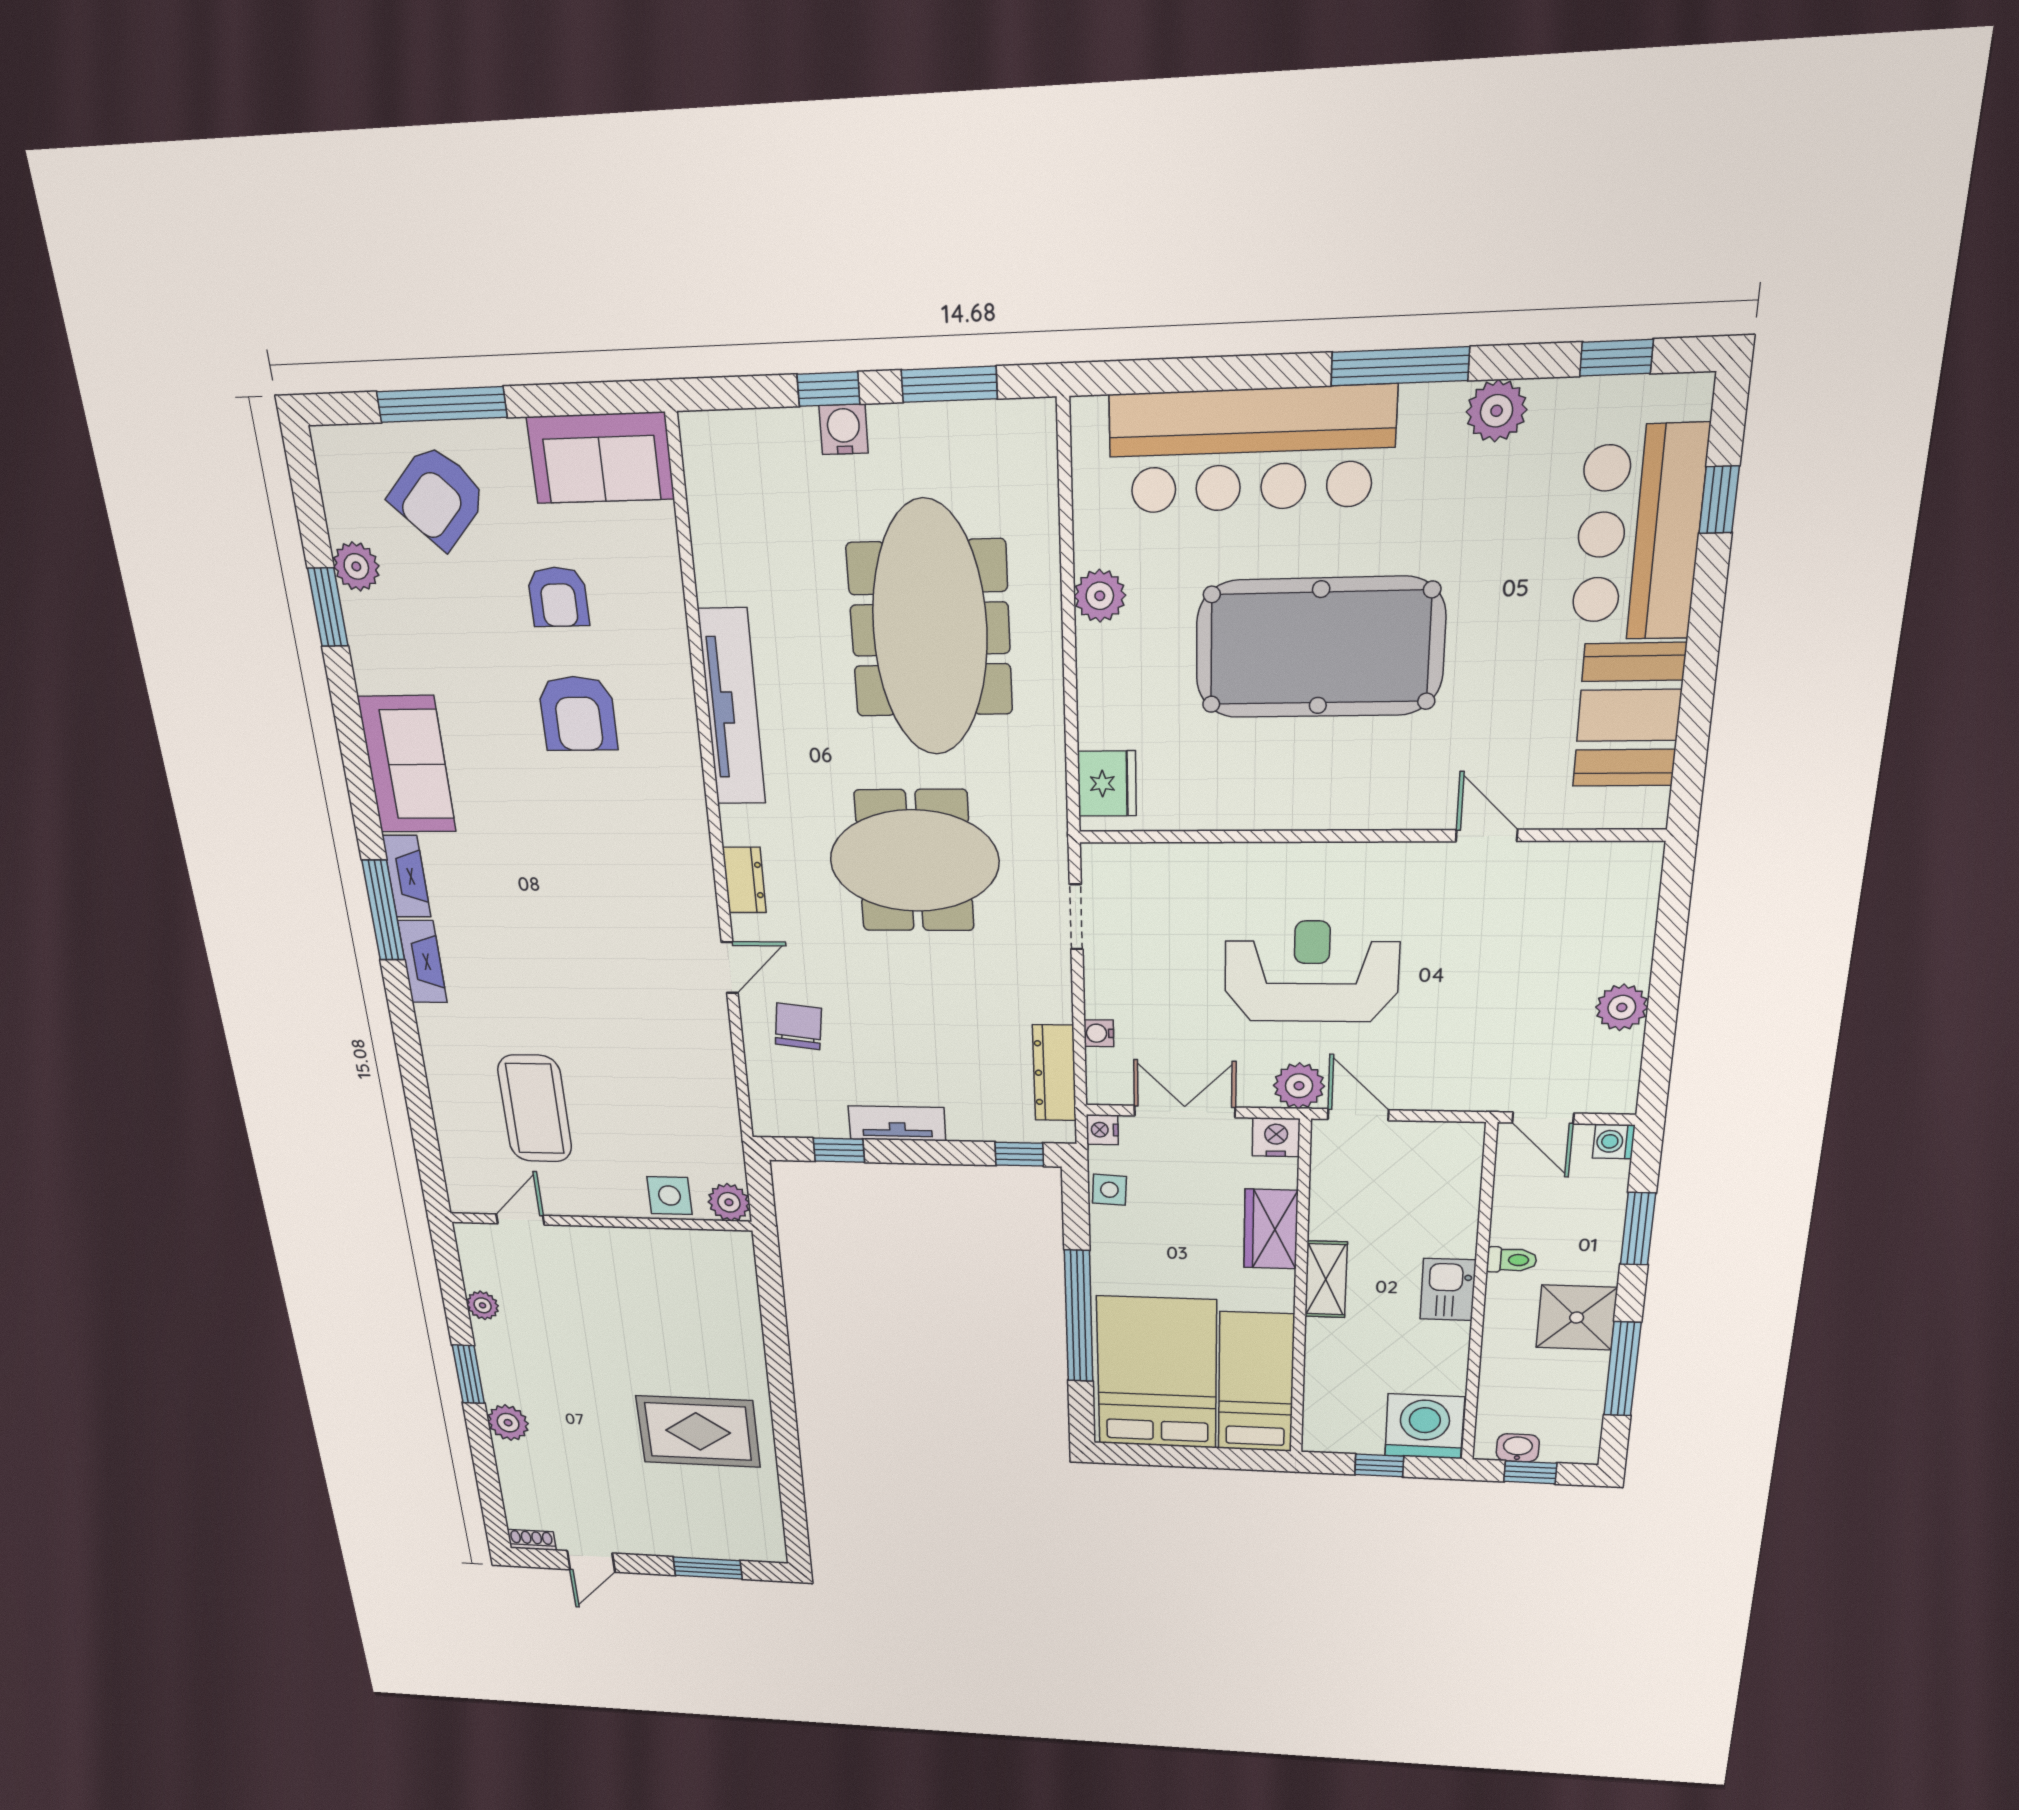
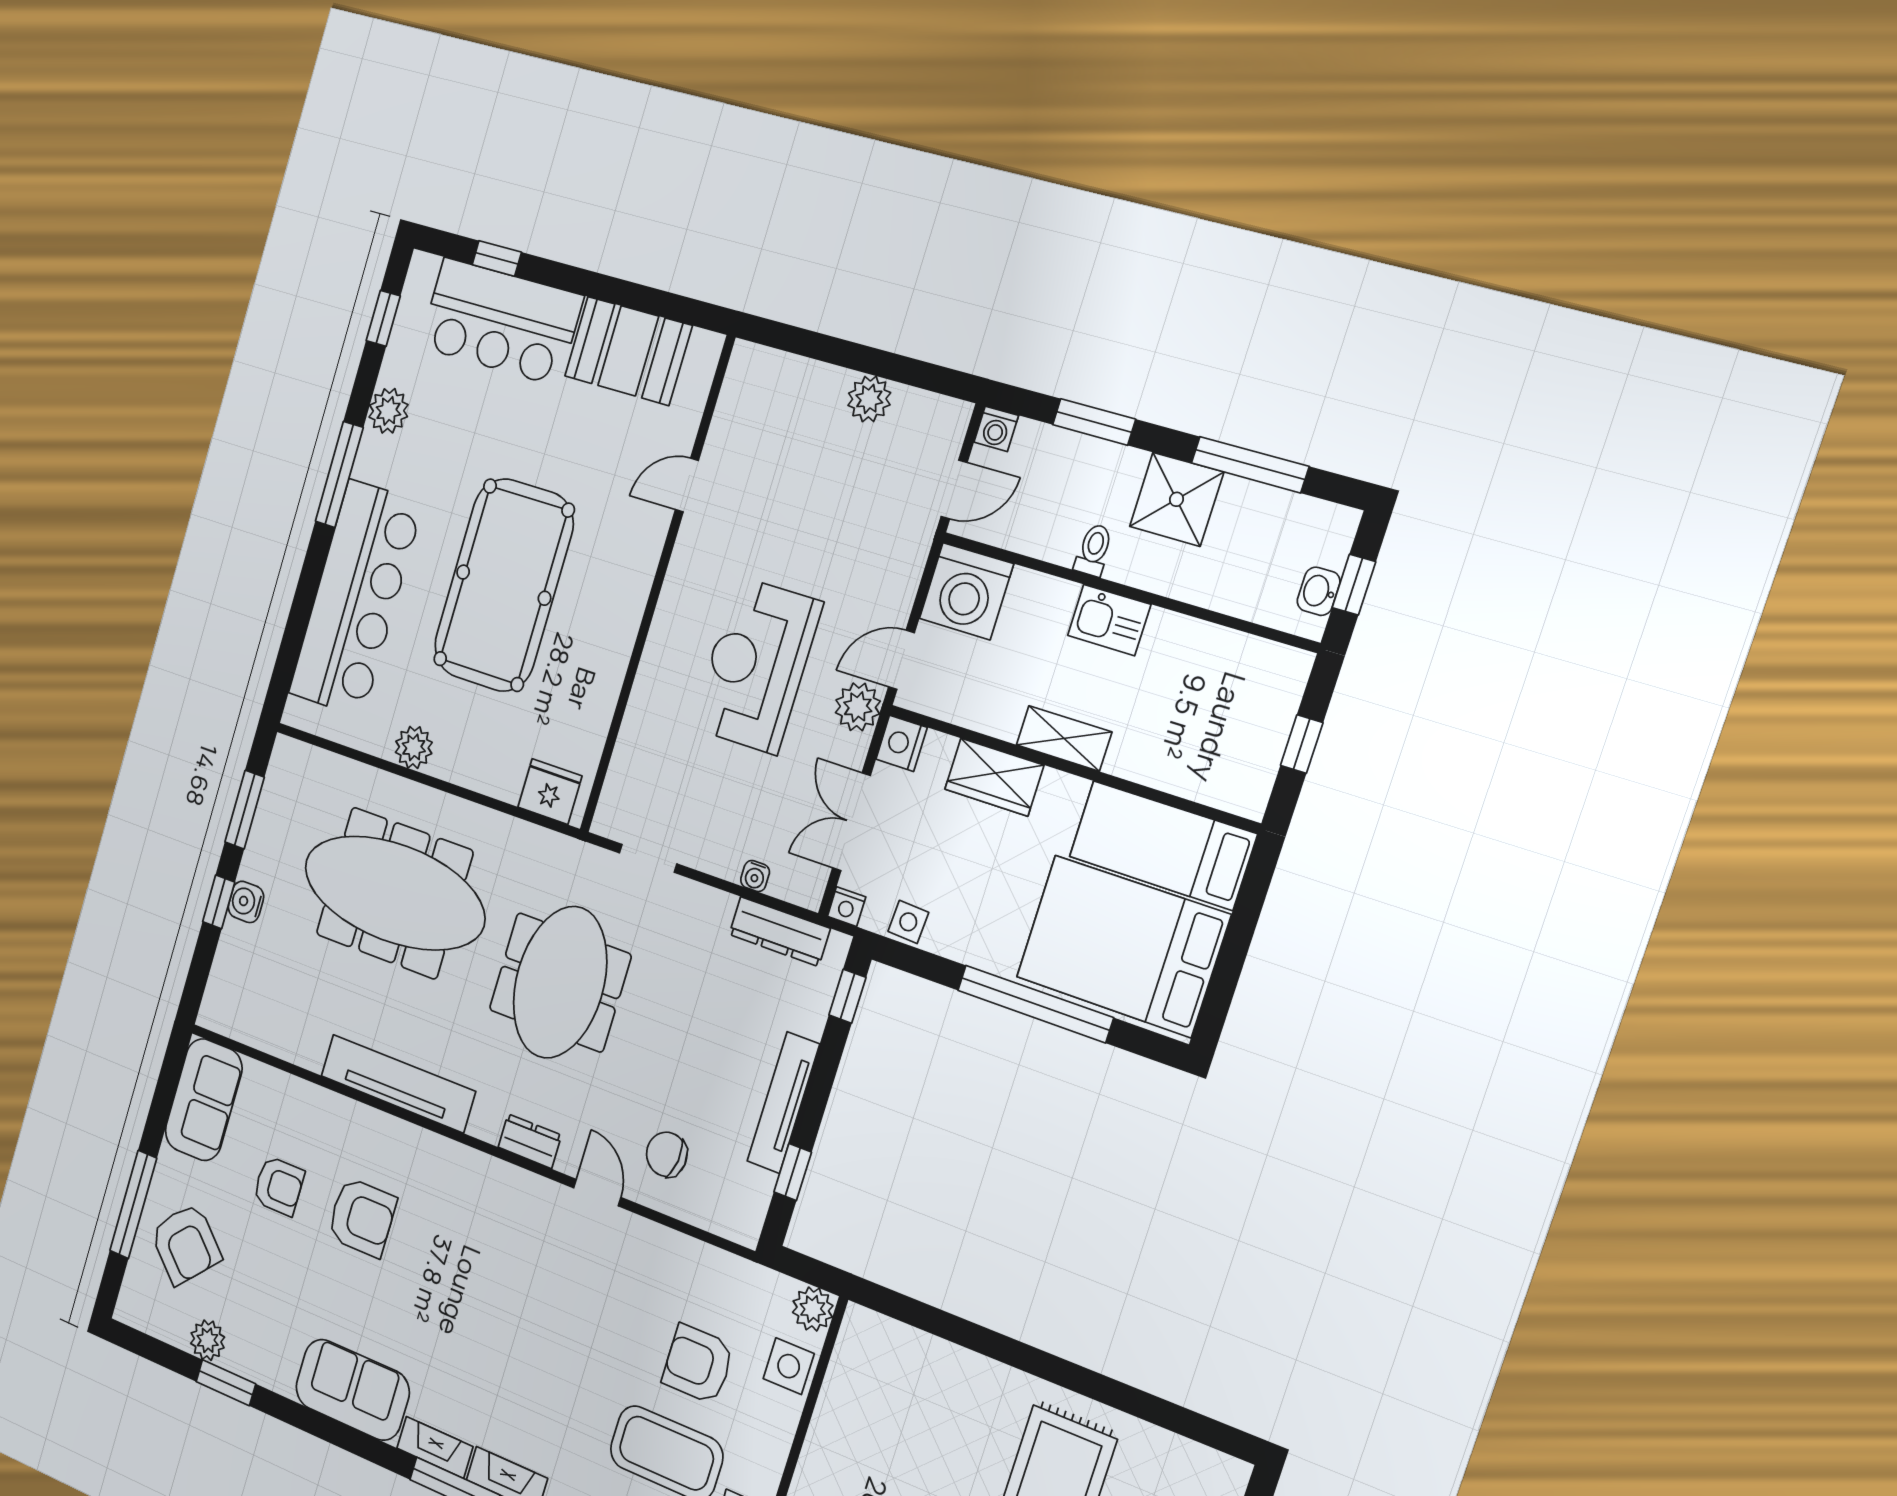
armchair: (627, 1114) -> (698, 1364), added
tv unit: (897, 1123) -> (783, 1103), width x1.41
washing machine: (1424, 1426) -> (966, 591), moved, turned -90

